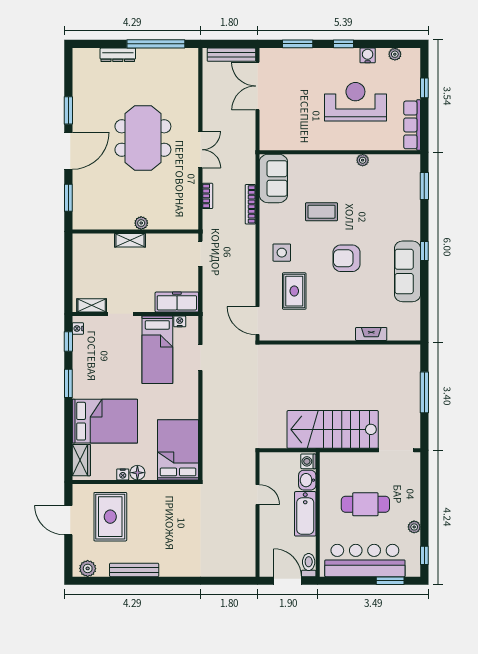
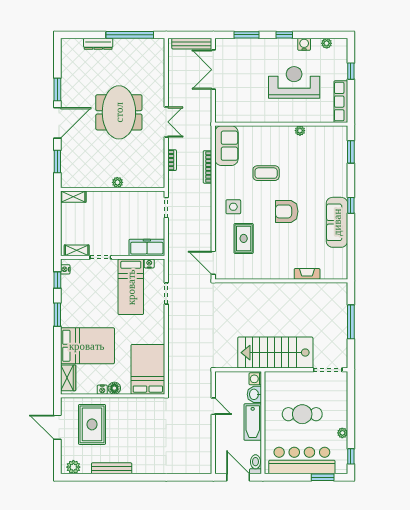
shelving: (130, 240) -> (73, 197), moved

